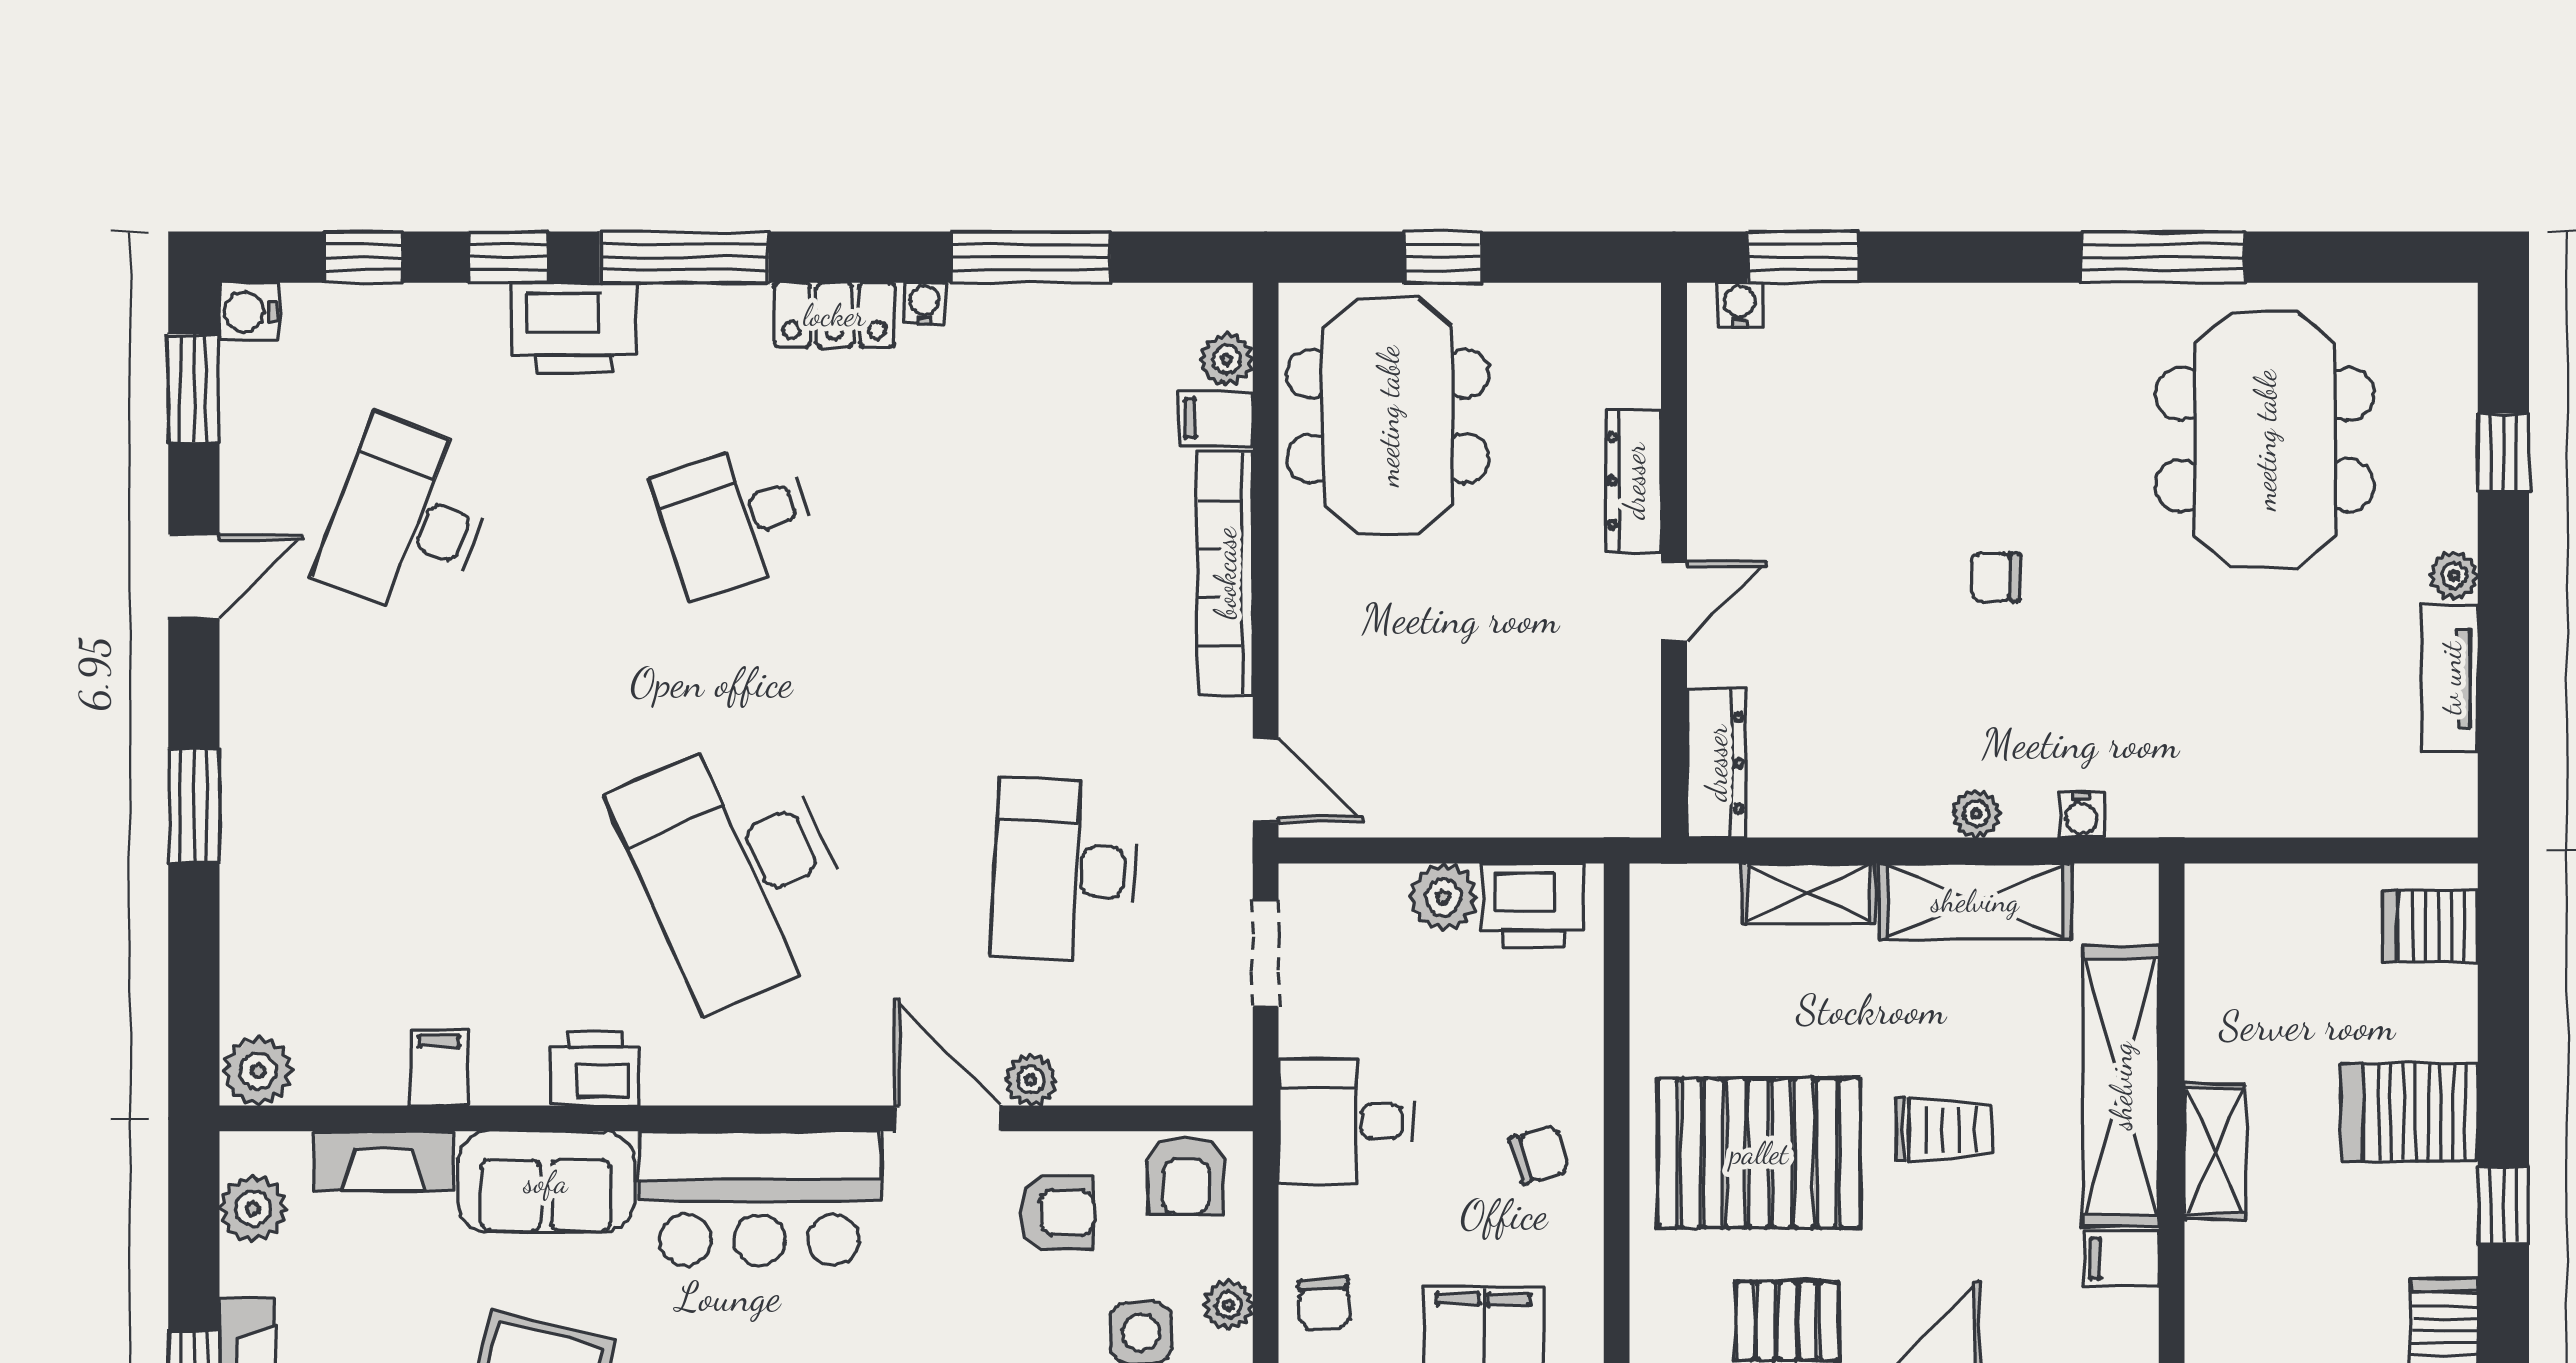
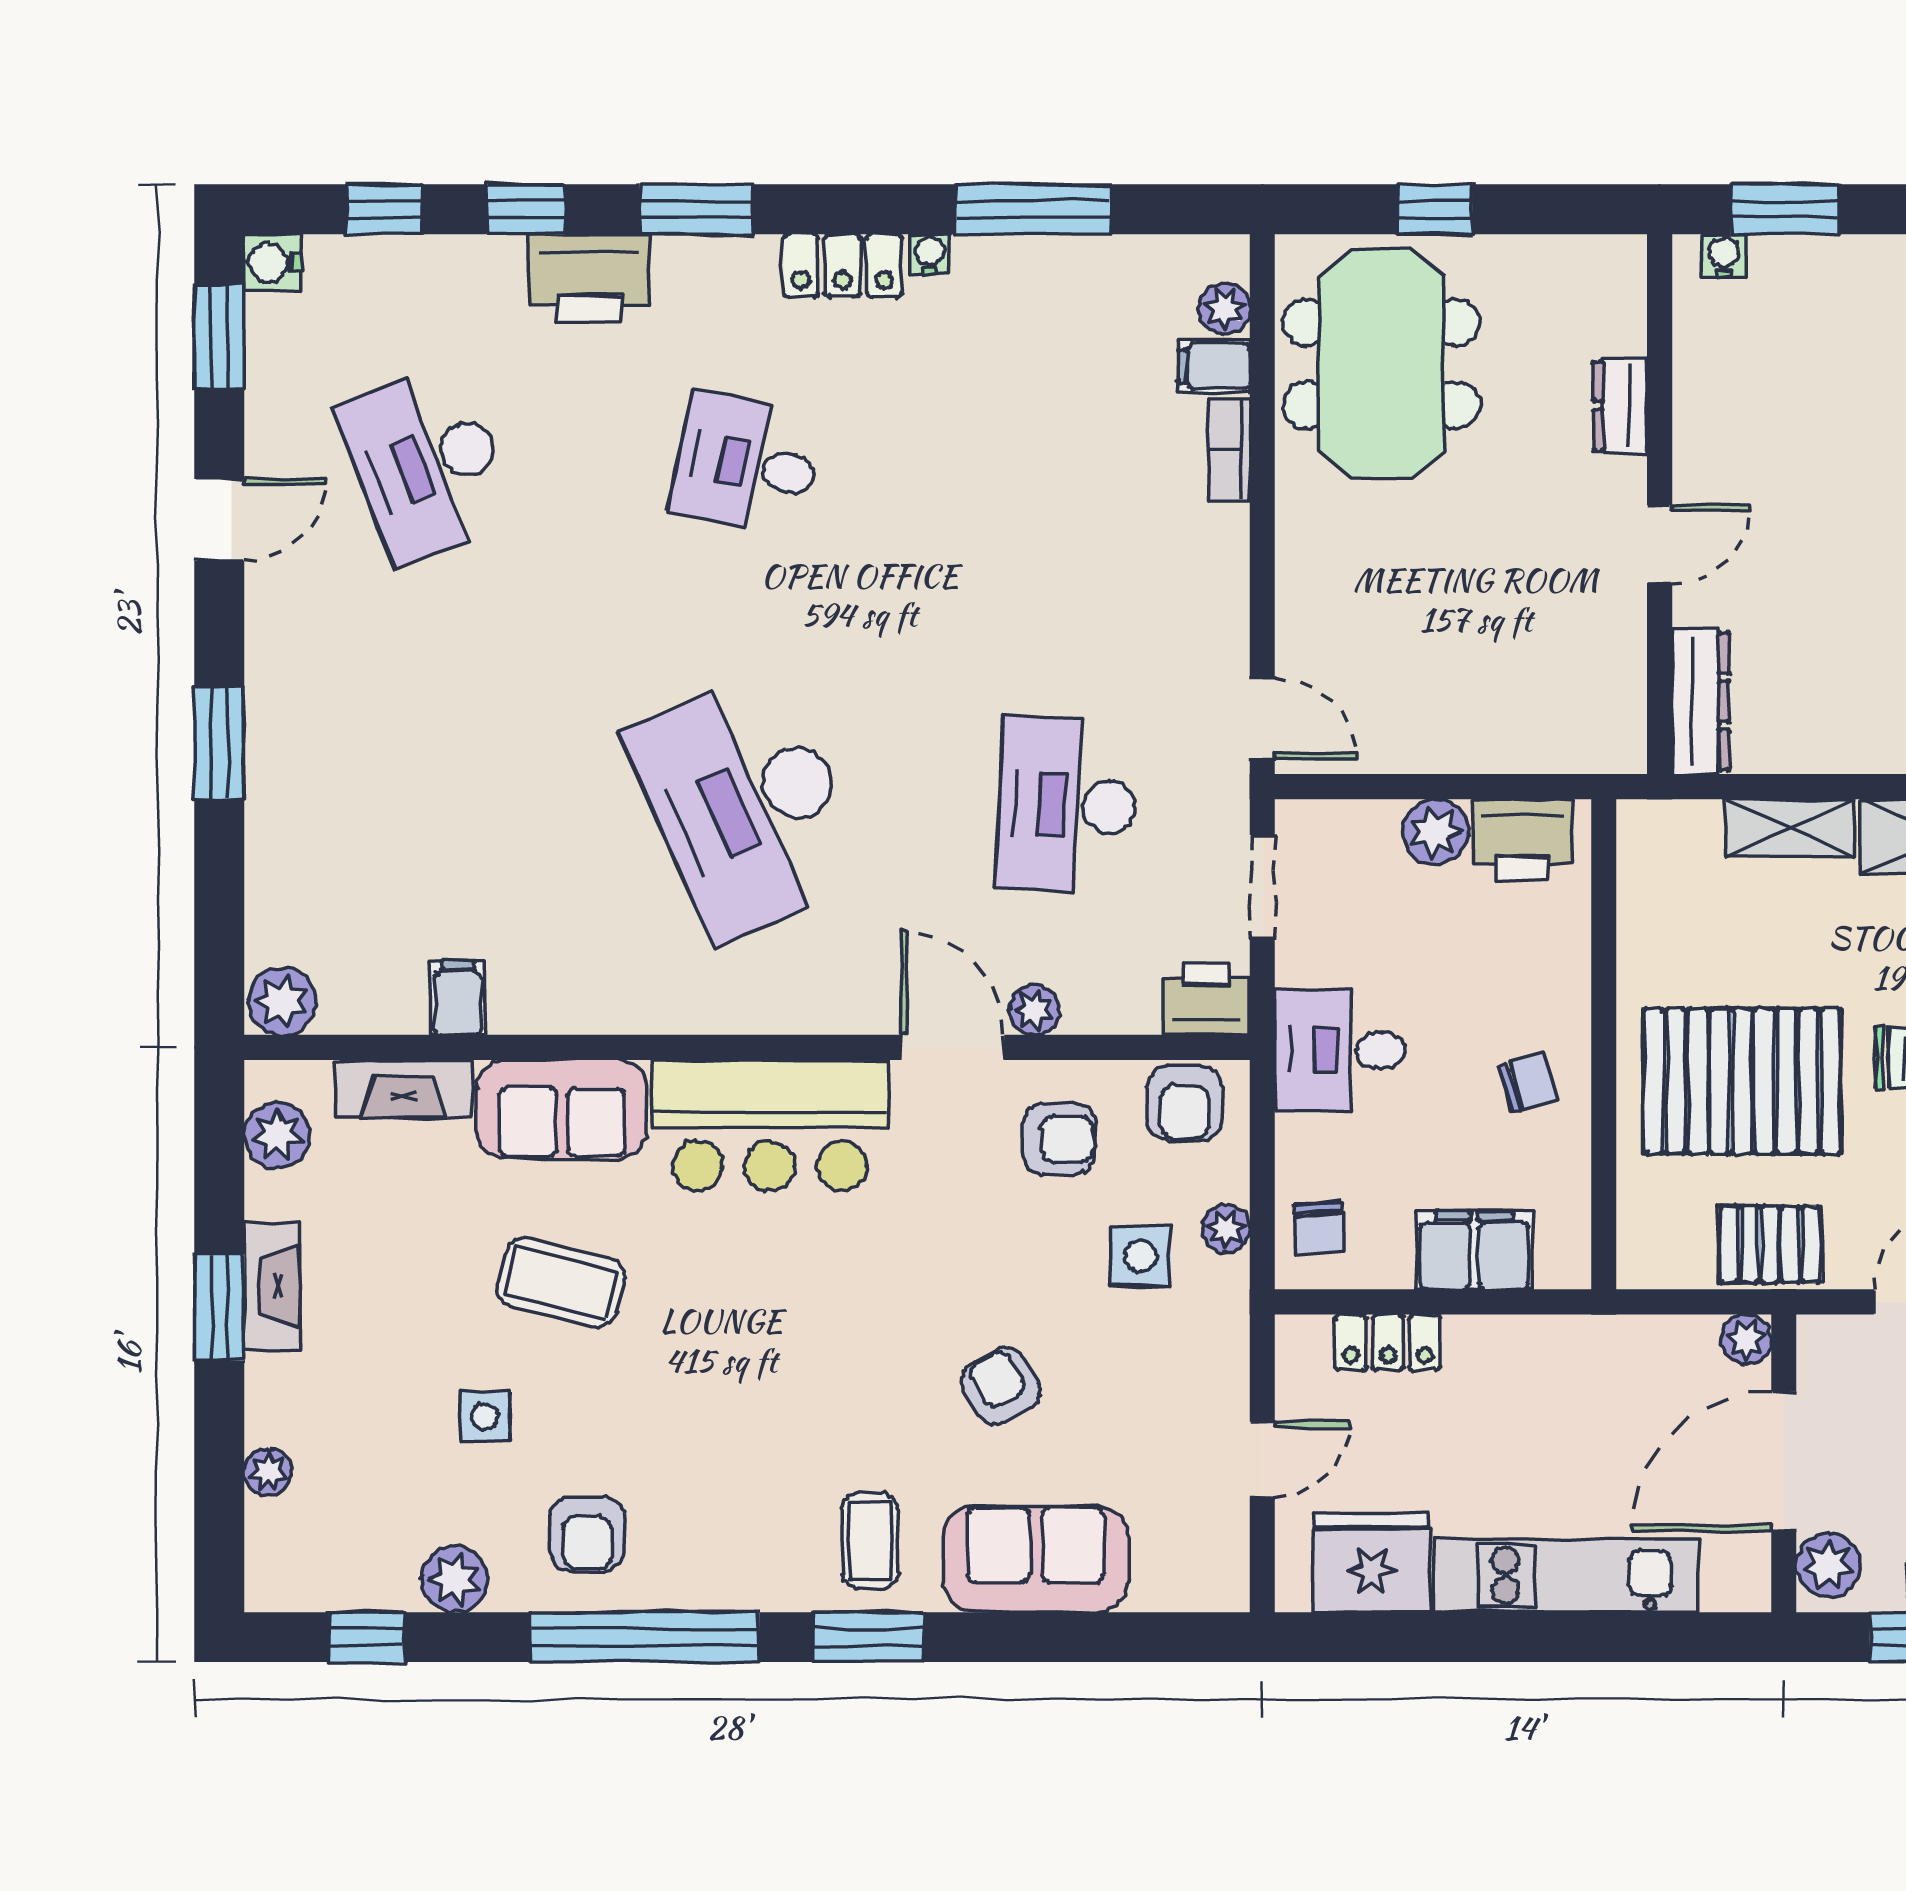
window: (684, 257) -> (696, 209), width x0.69
dresser: (1634, 481) -> (1620, 406), width x0.70
desk: (407, 519) -> (427, 464), turned -42
desk: (736, 519) -> (747, 464), turned 30
bookcase: (1225, 573) -> (1229, 449), width x0.43, depth x0.76
printer: (595, 1069) -> (1206, 999), moved

